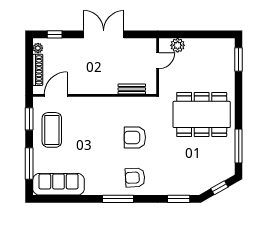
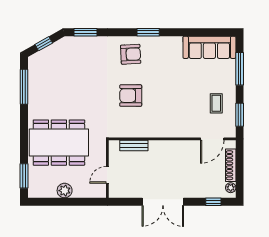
plant: (178, 45) -> (65, 191), moved
dining table: (202, 114) -> (59, 143), moved
coffee table: (52, 130) -> (216, 103), width x0.54, depth x0.58
armchair: (135, 137) -> (131, 96), turned 180
window: (118, 199) -> (148, 32), width x0.69

